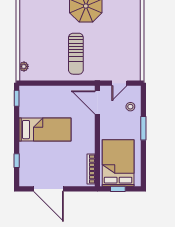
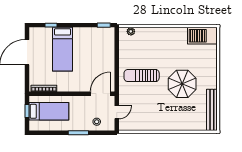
door: (119, 83) -> (117, 112), swing flipped
bed: (45, 130) -> (62, 49), moved
bed: (118, 163) -> (49, 111), width x0.67

